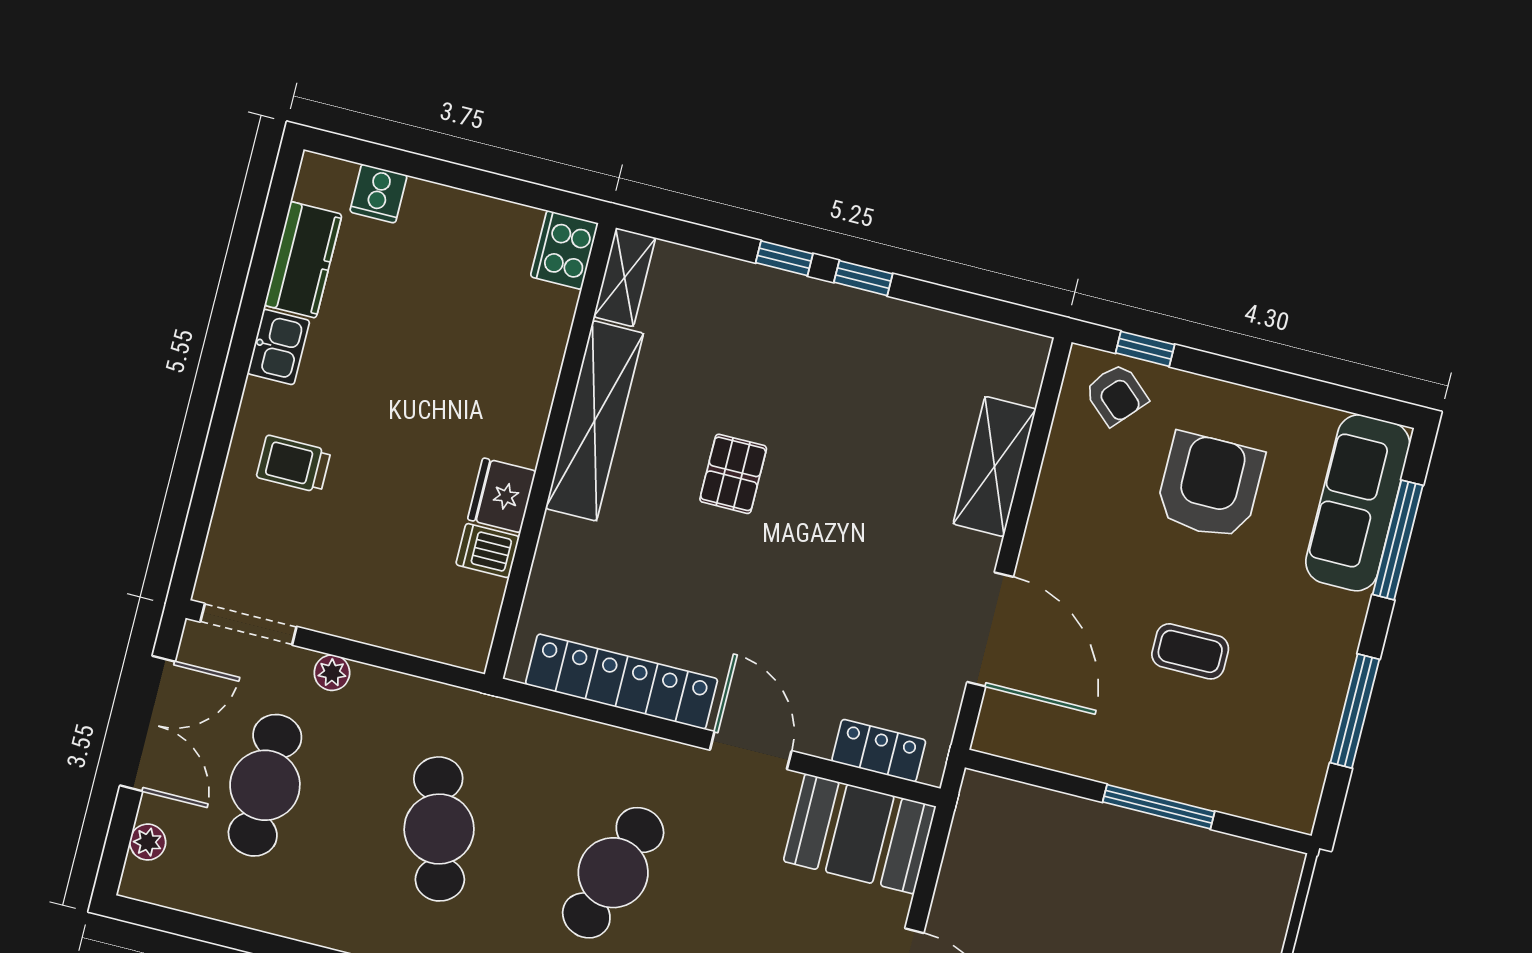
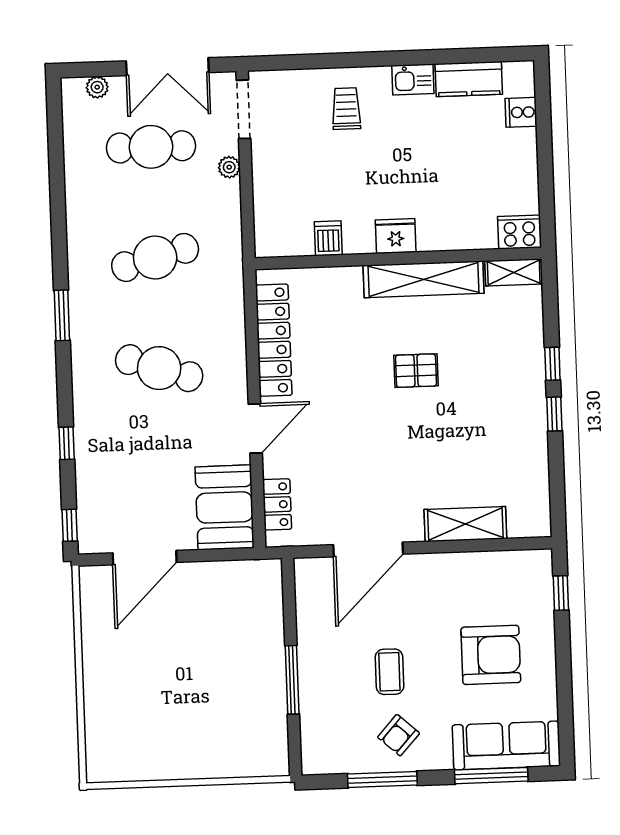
armchair: (1116, 394) -> (399, 735), moved
fridge: (502, 495) -> (396, 236), moved

